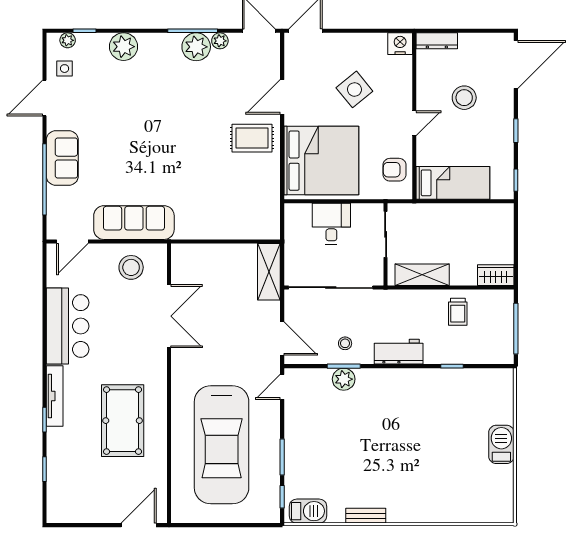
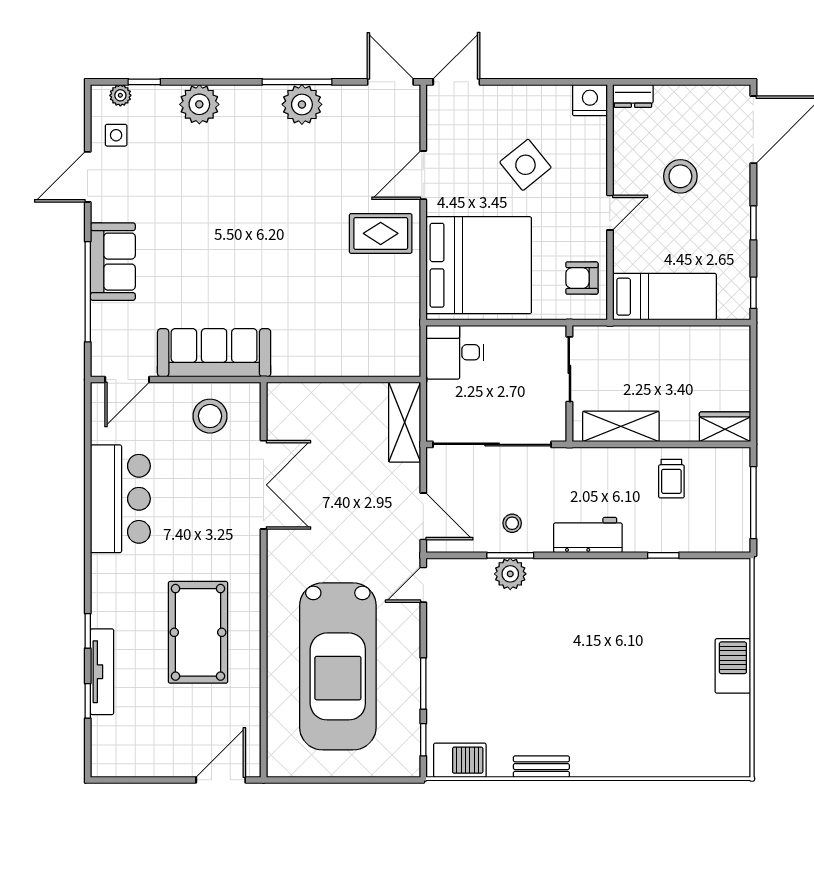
plant: (220, 41) -> (336, 96), removed
dresser: (437, 41) -> (633, 96), width x0.70
desk: (331, 224) -> (455, 352), moved, turned -90
tv unit: (55, 396) -> (102, 672), moved

